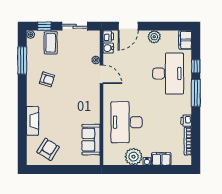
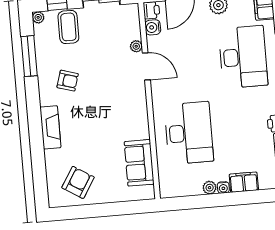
fireplace: (33, 121) -> (50, 127), moved
desk: (127, 122) -> (189, 133), turned 180
plant: (134, 157) -> (210, 188), width x0.53, depth x0.53

